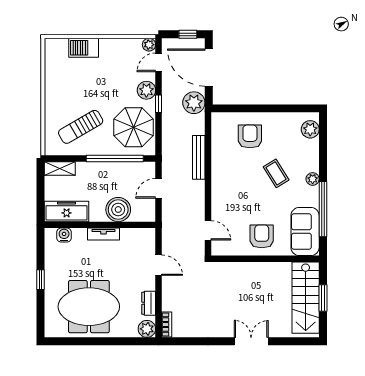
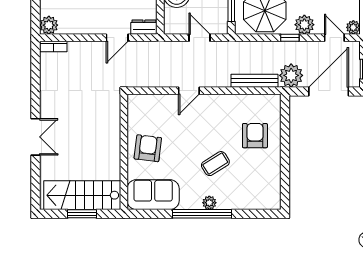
plant: (310, 129) -> (263, 200), removed
armchair: (250, 136) -> (255, 136), turned -90
bench: (199, 157) -> (255, 81), moved
window: (323, 209) -> (202, 214), moved
door: (208, 230) -> (189, 91), moved
armchair: (262, 236) -> (148, 148), turned -83
dresser: (149, 303) -> (144, 27), moved

